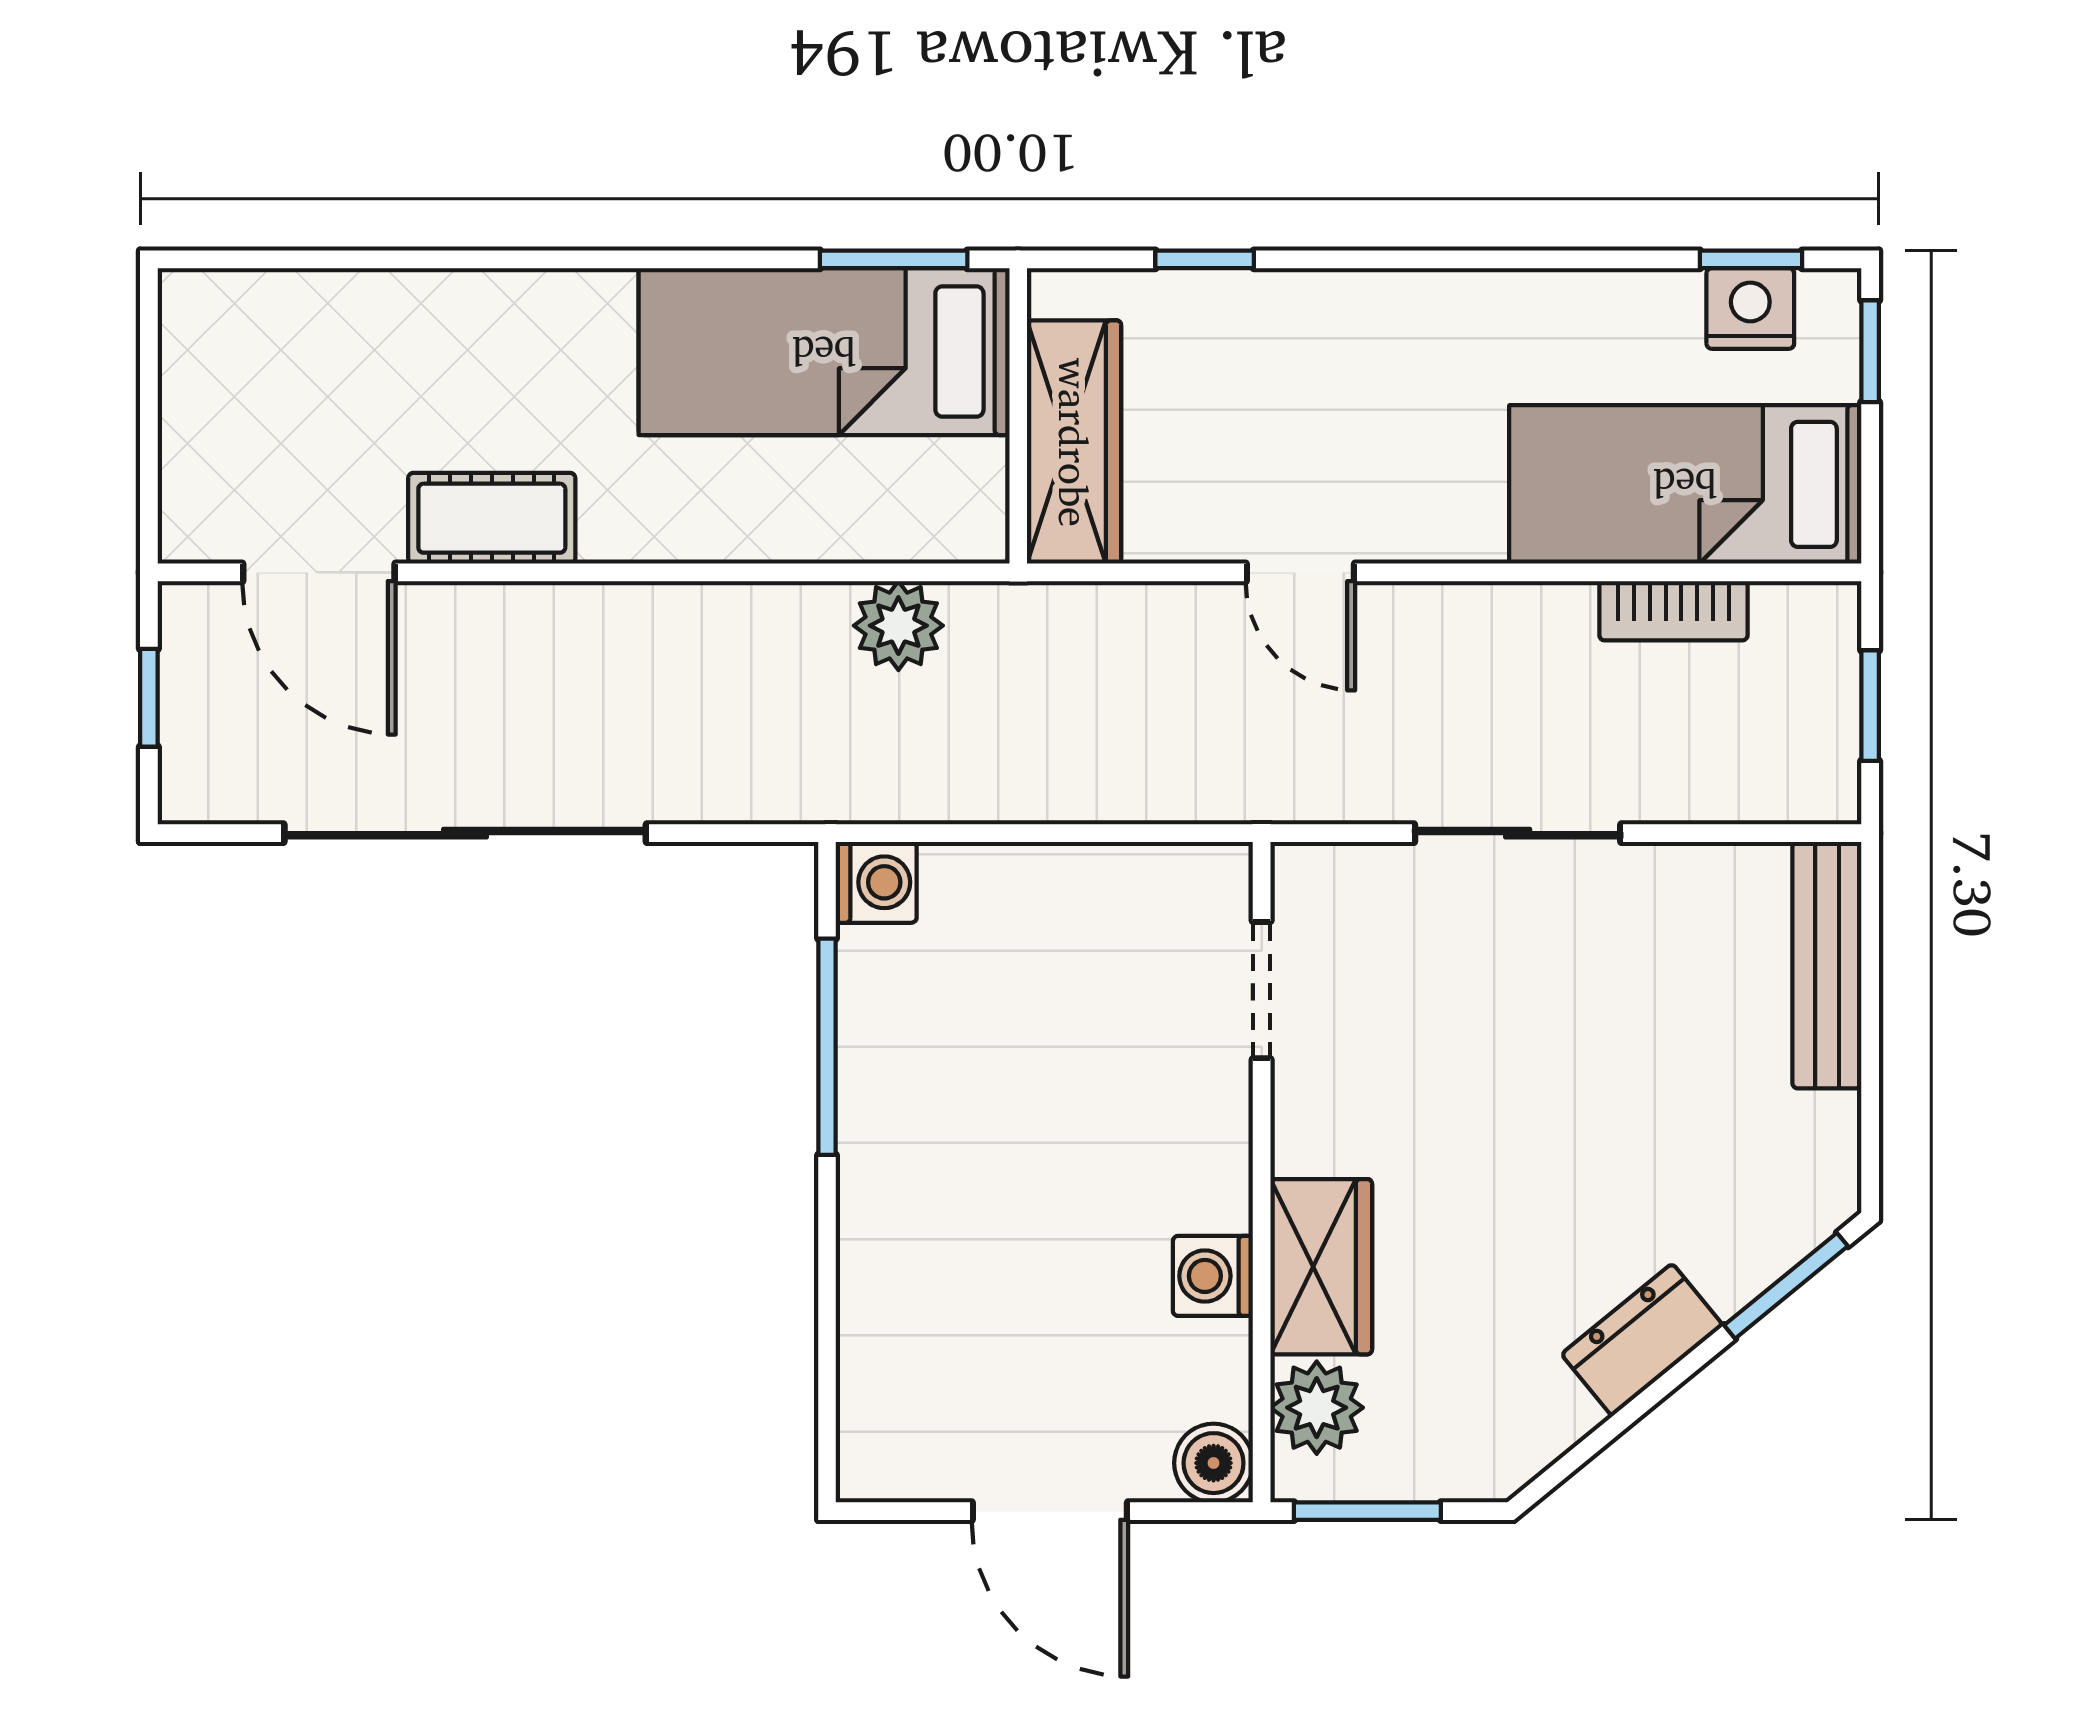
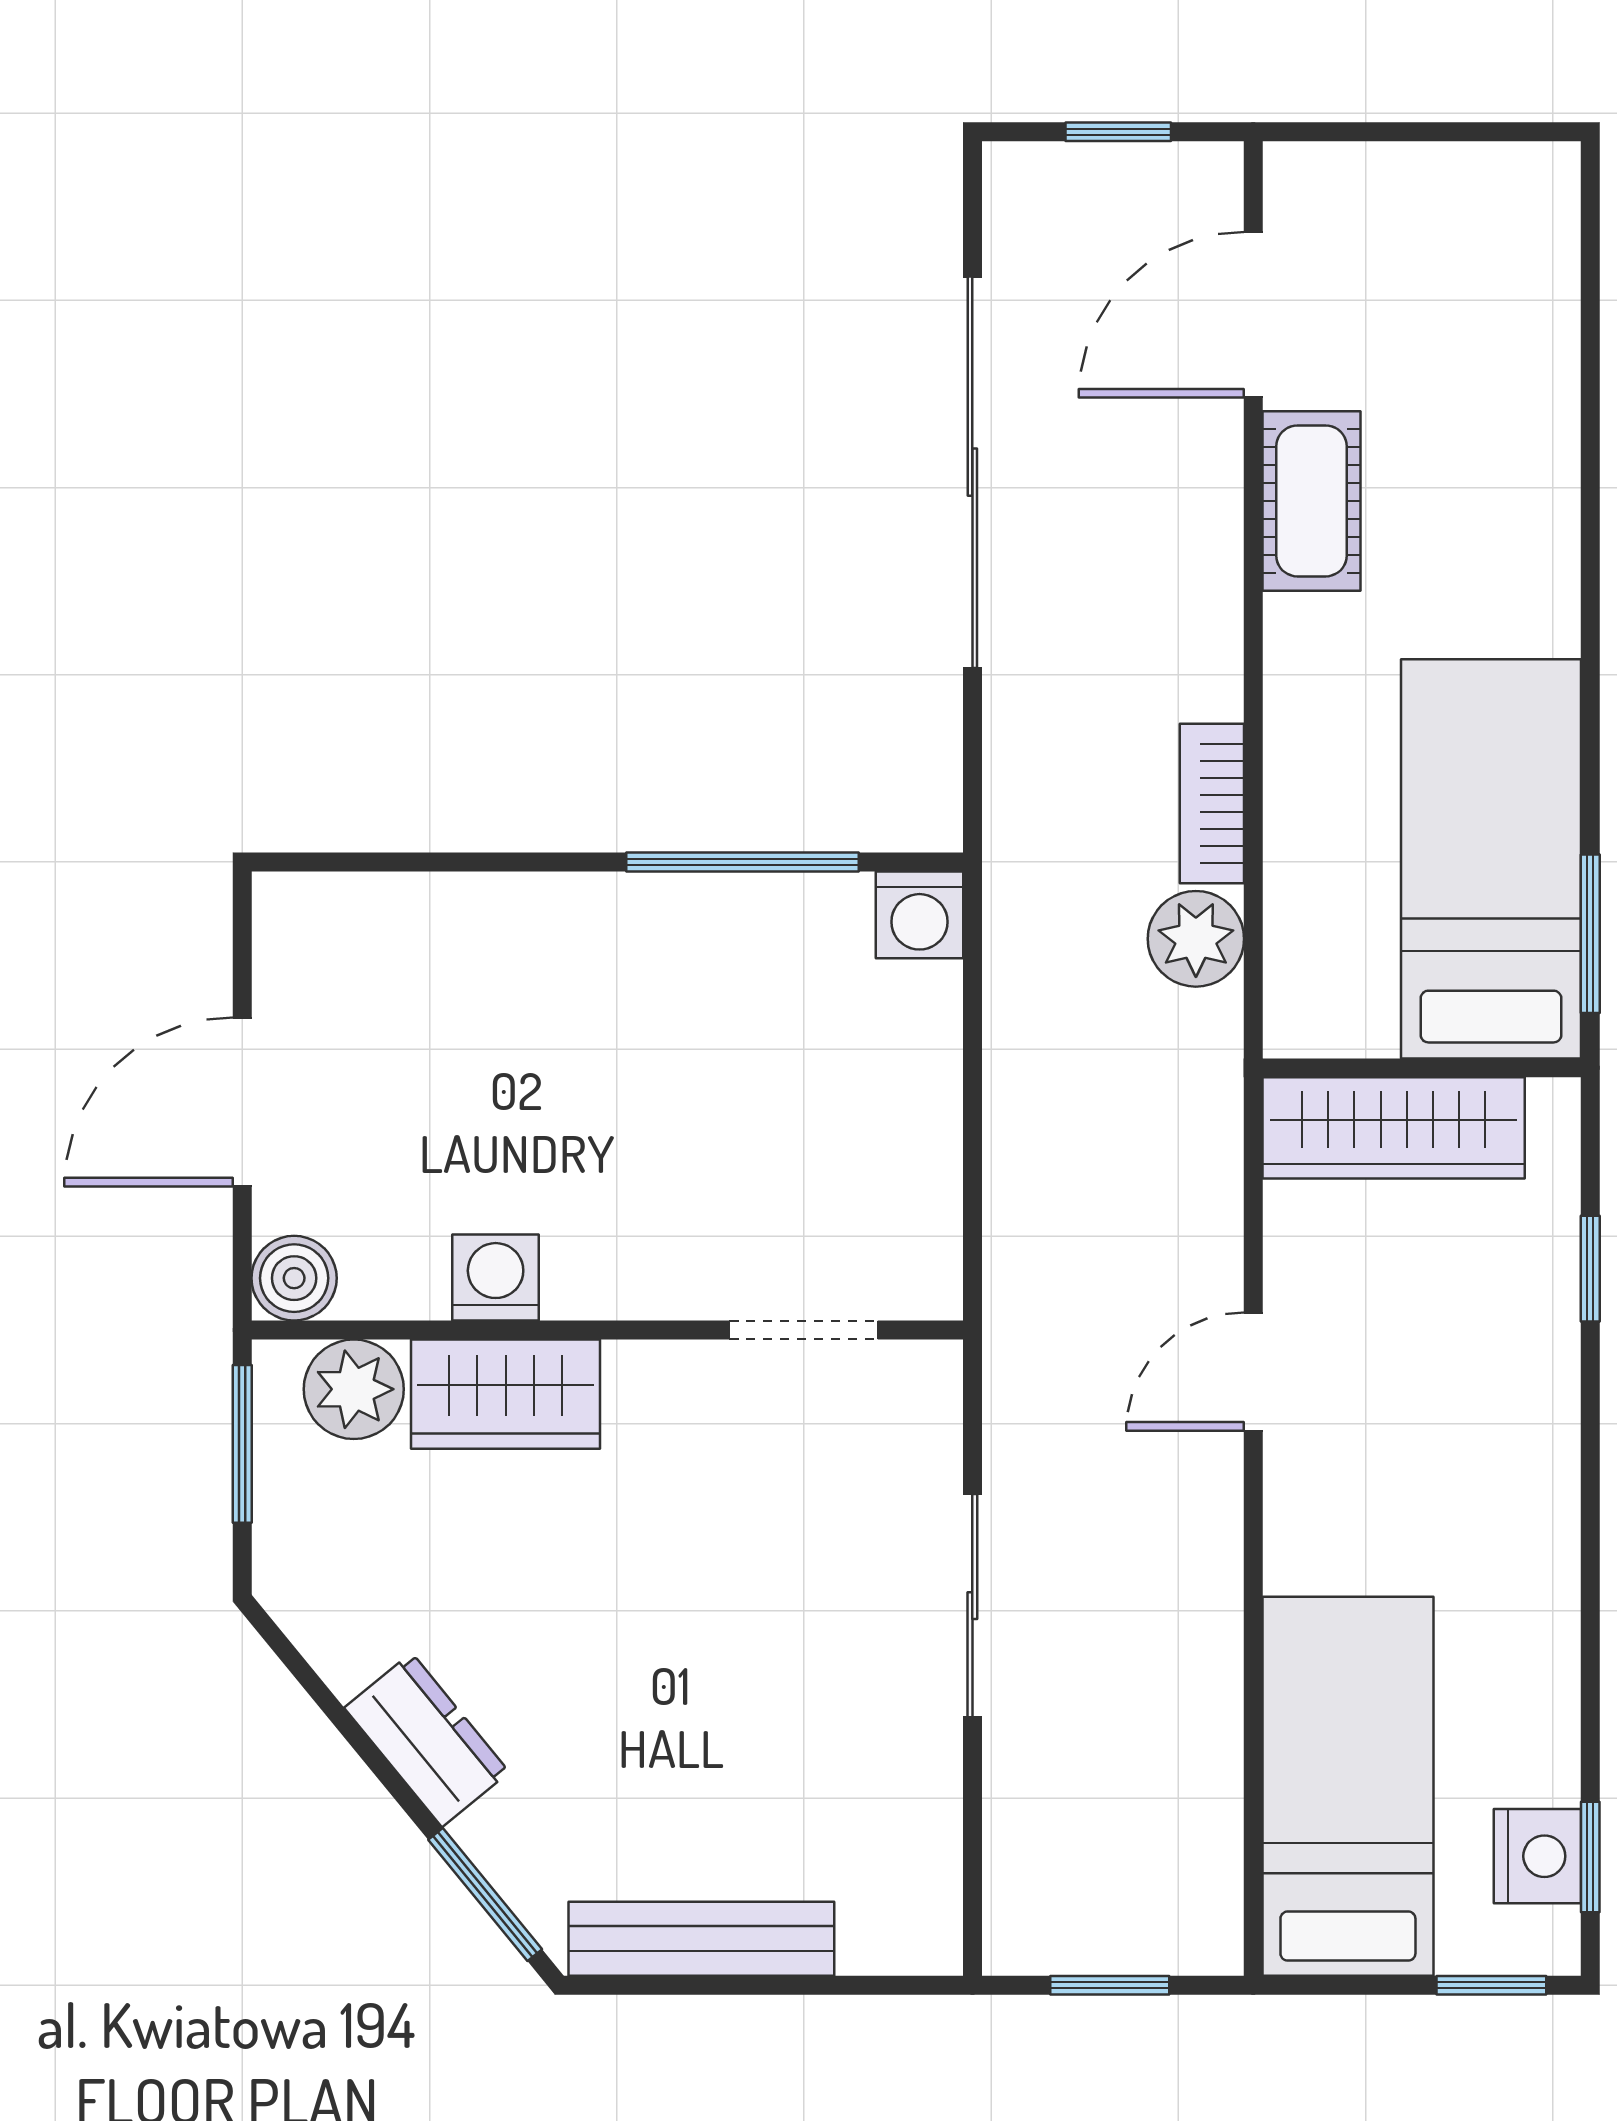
bookcase: (1673, 611) -> (1212, 803), moved
bench: (1827, 965) -> (701, 1939), moved

